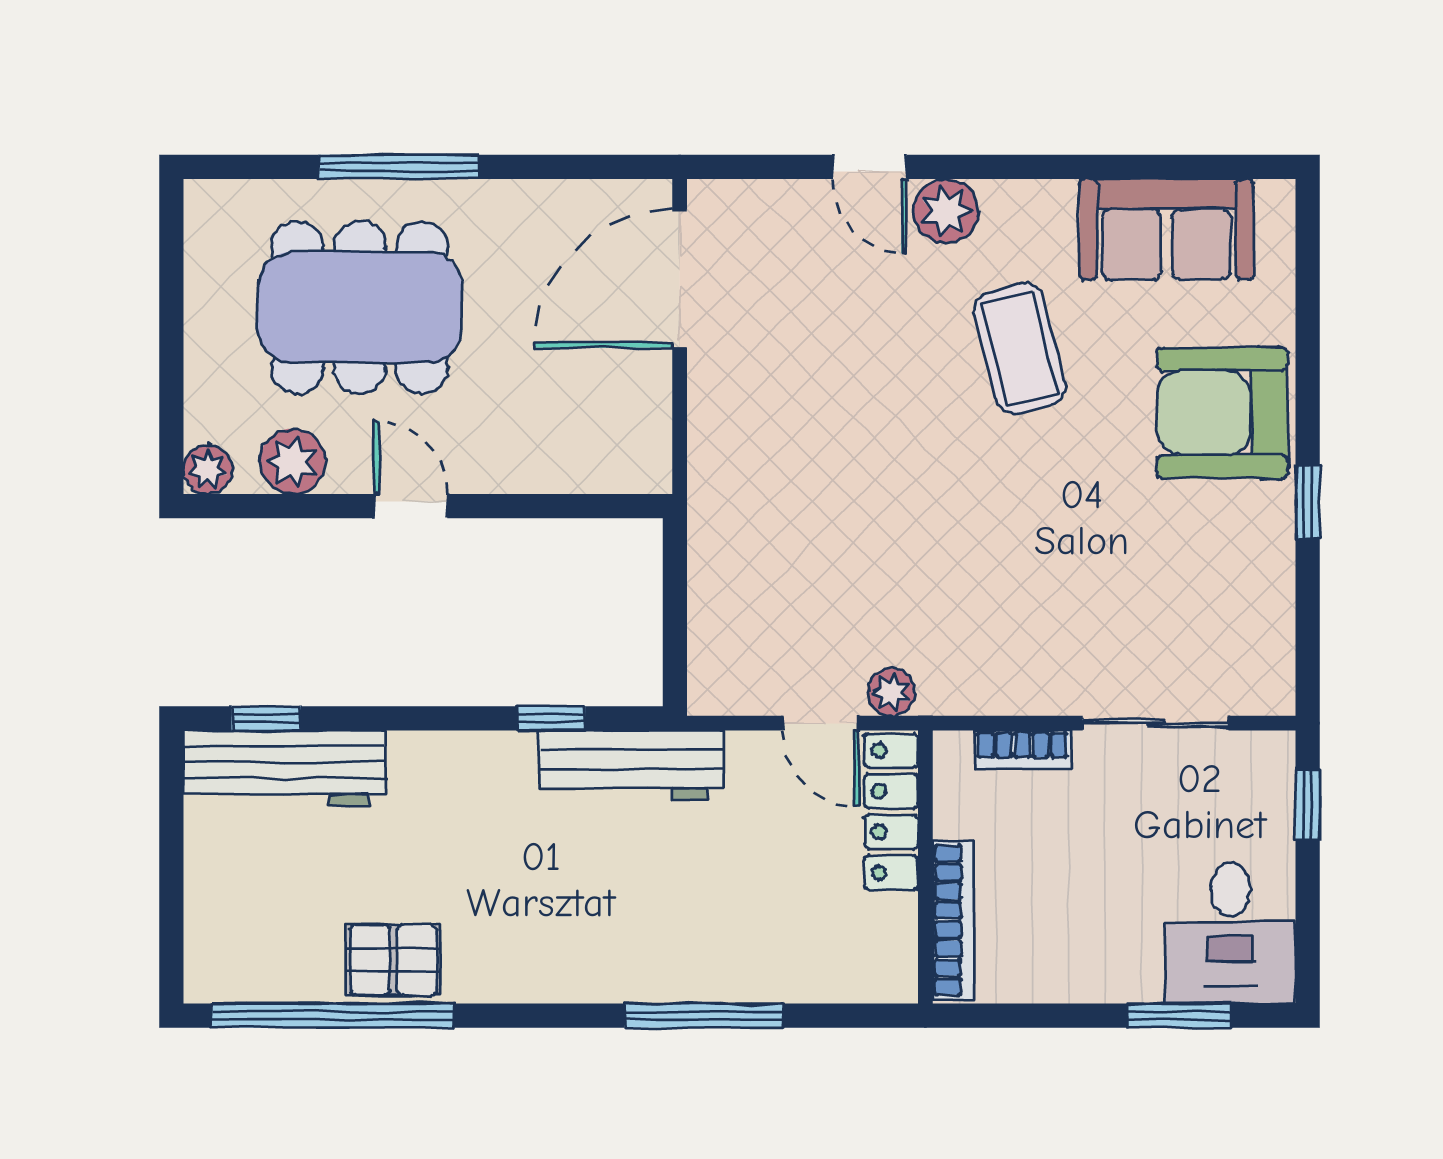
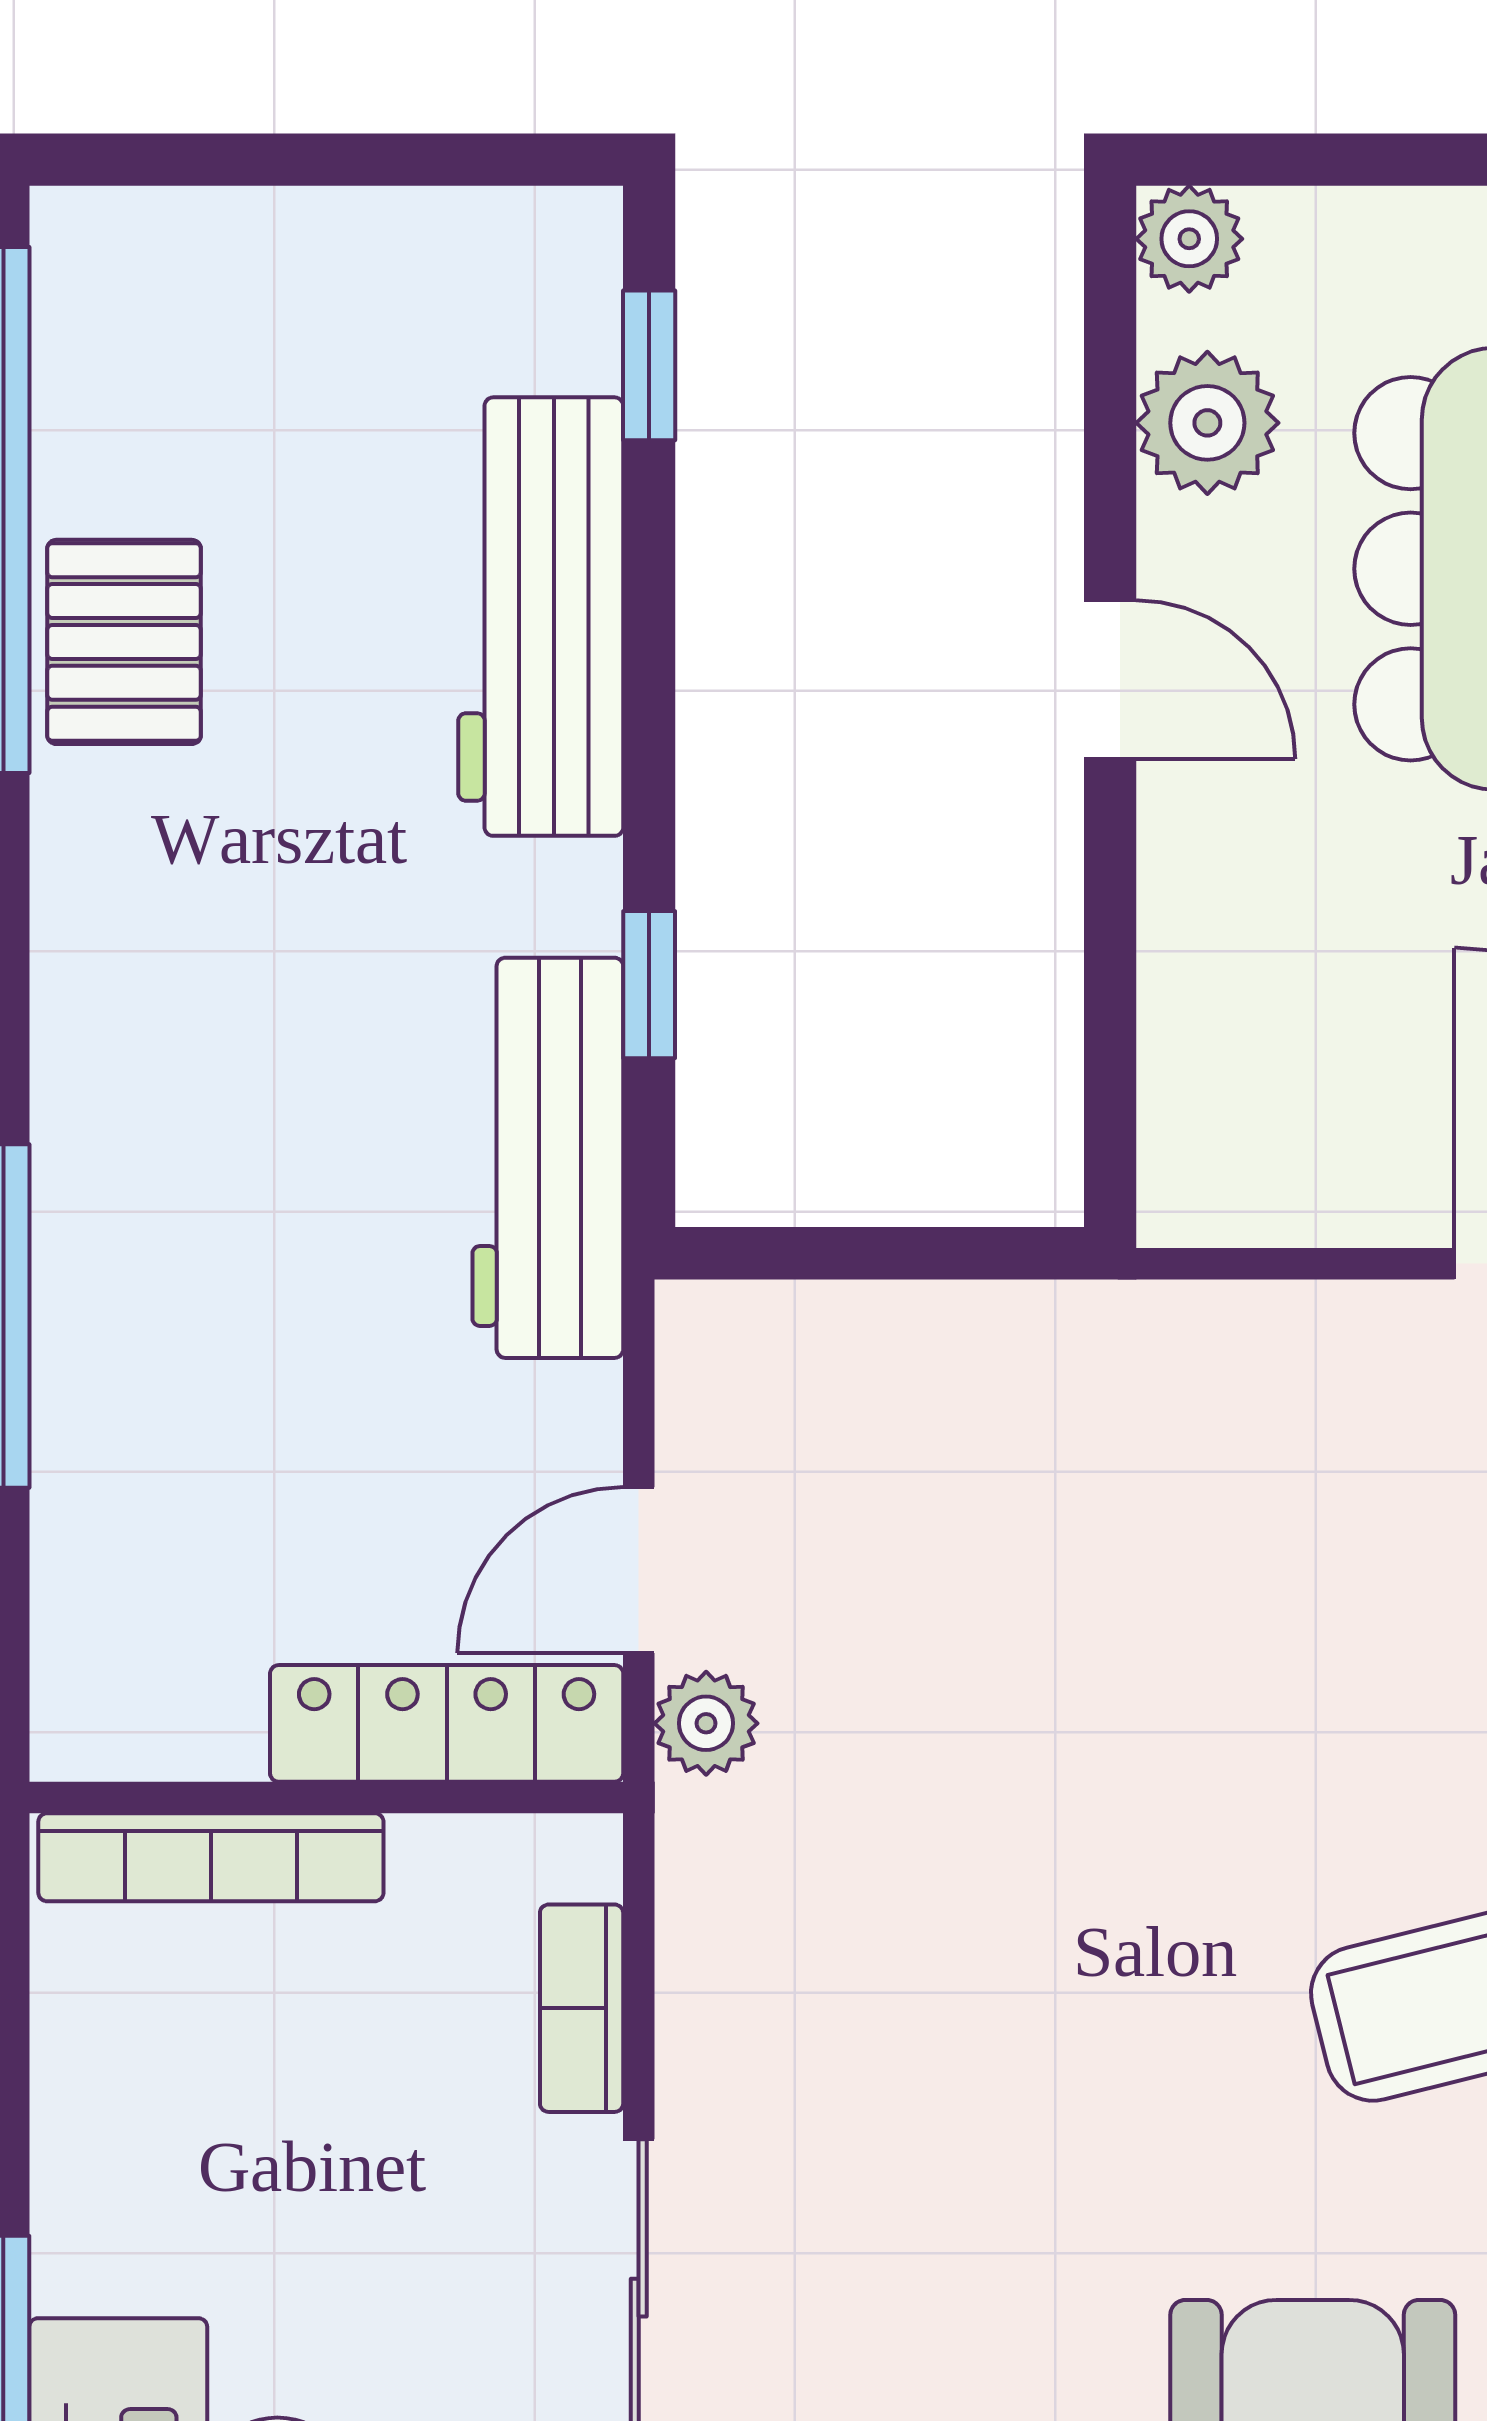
door: (411, 506) -> (1110, 680), hinge flipped
workbench: (284, 768) -> (541, 617), moved

